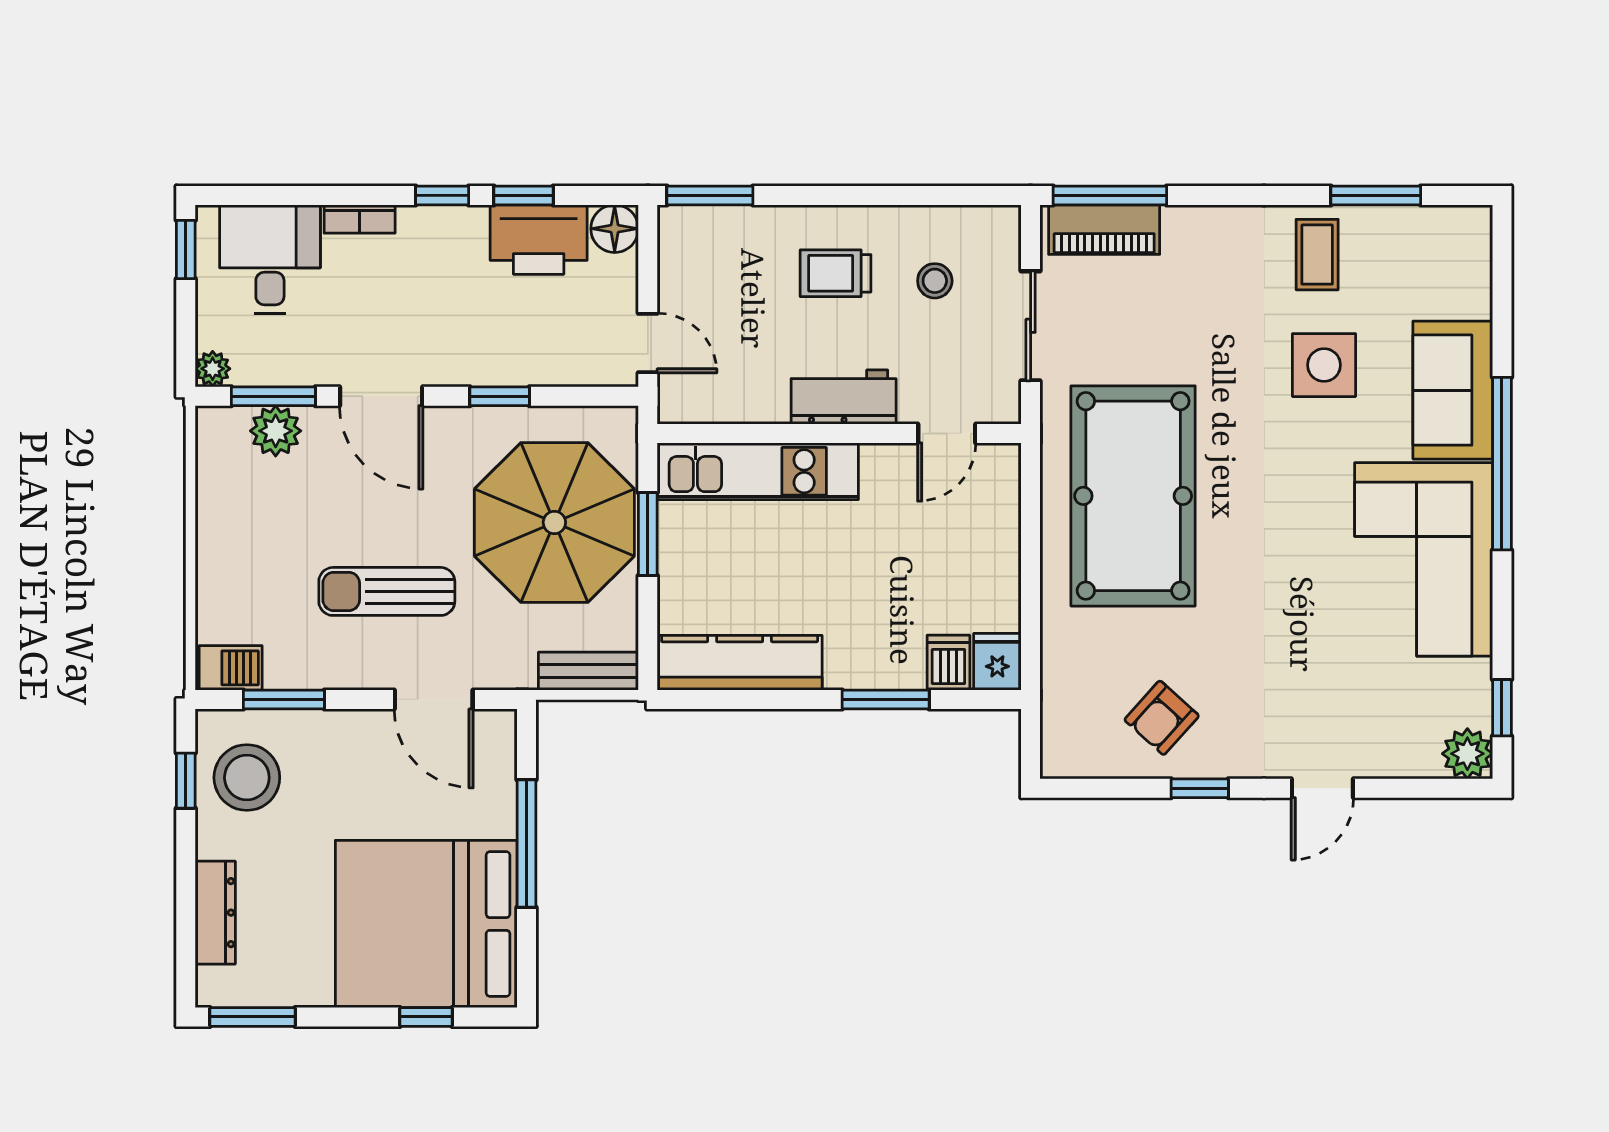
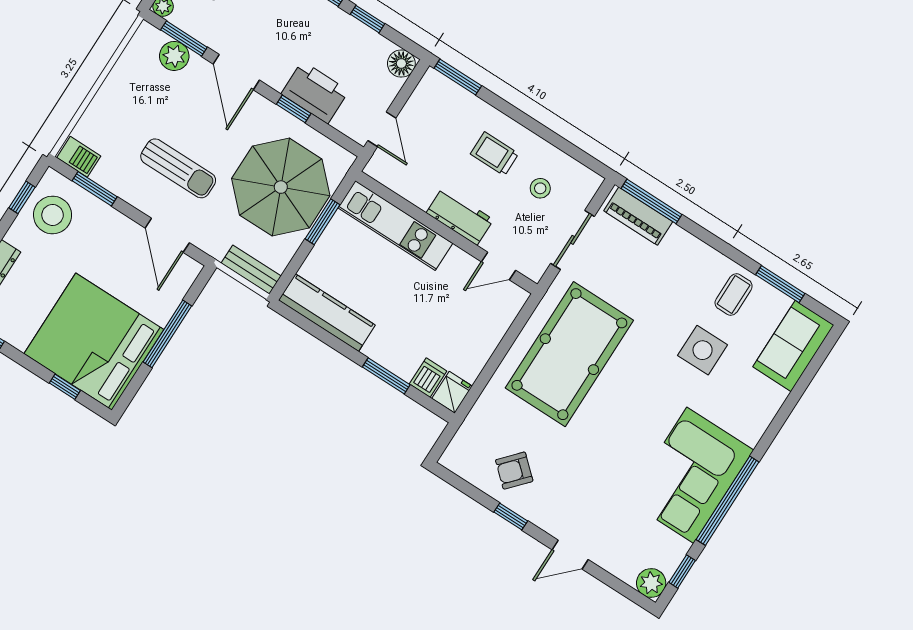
printer: (539, 240) -> (315, 92), moved, turned 180
sofa: (1453, 390) -> (793, 346), moved
window: (1502, 464) -> (728, 501), moved
sun lounger: (387, 591) -> (178, 168), turned 180

